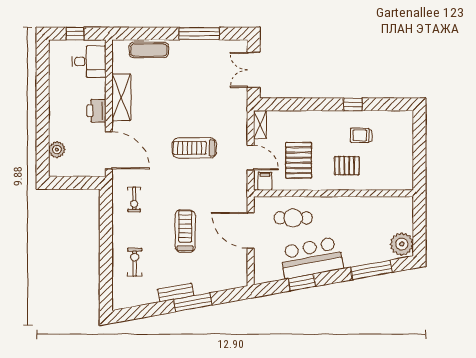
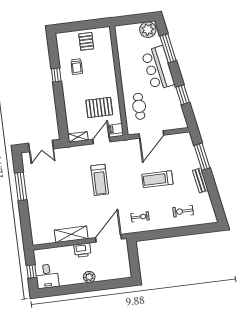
exercise mat: (149, 50) -> (36, 220), removed
desk: (89, 62) -> (47, 276), moved, turned 180
plant: (57, 150) -> (89, 277), moved
pallet: (347, 166) -> (86, 41), moved
bar counter: (312, 258) -> (158, 68), moved
window: (193, 302) -> (202, 157), moved

